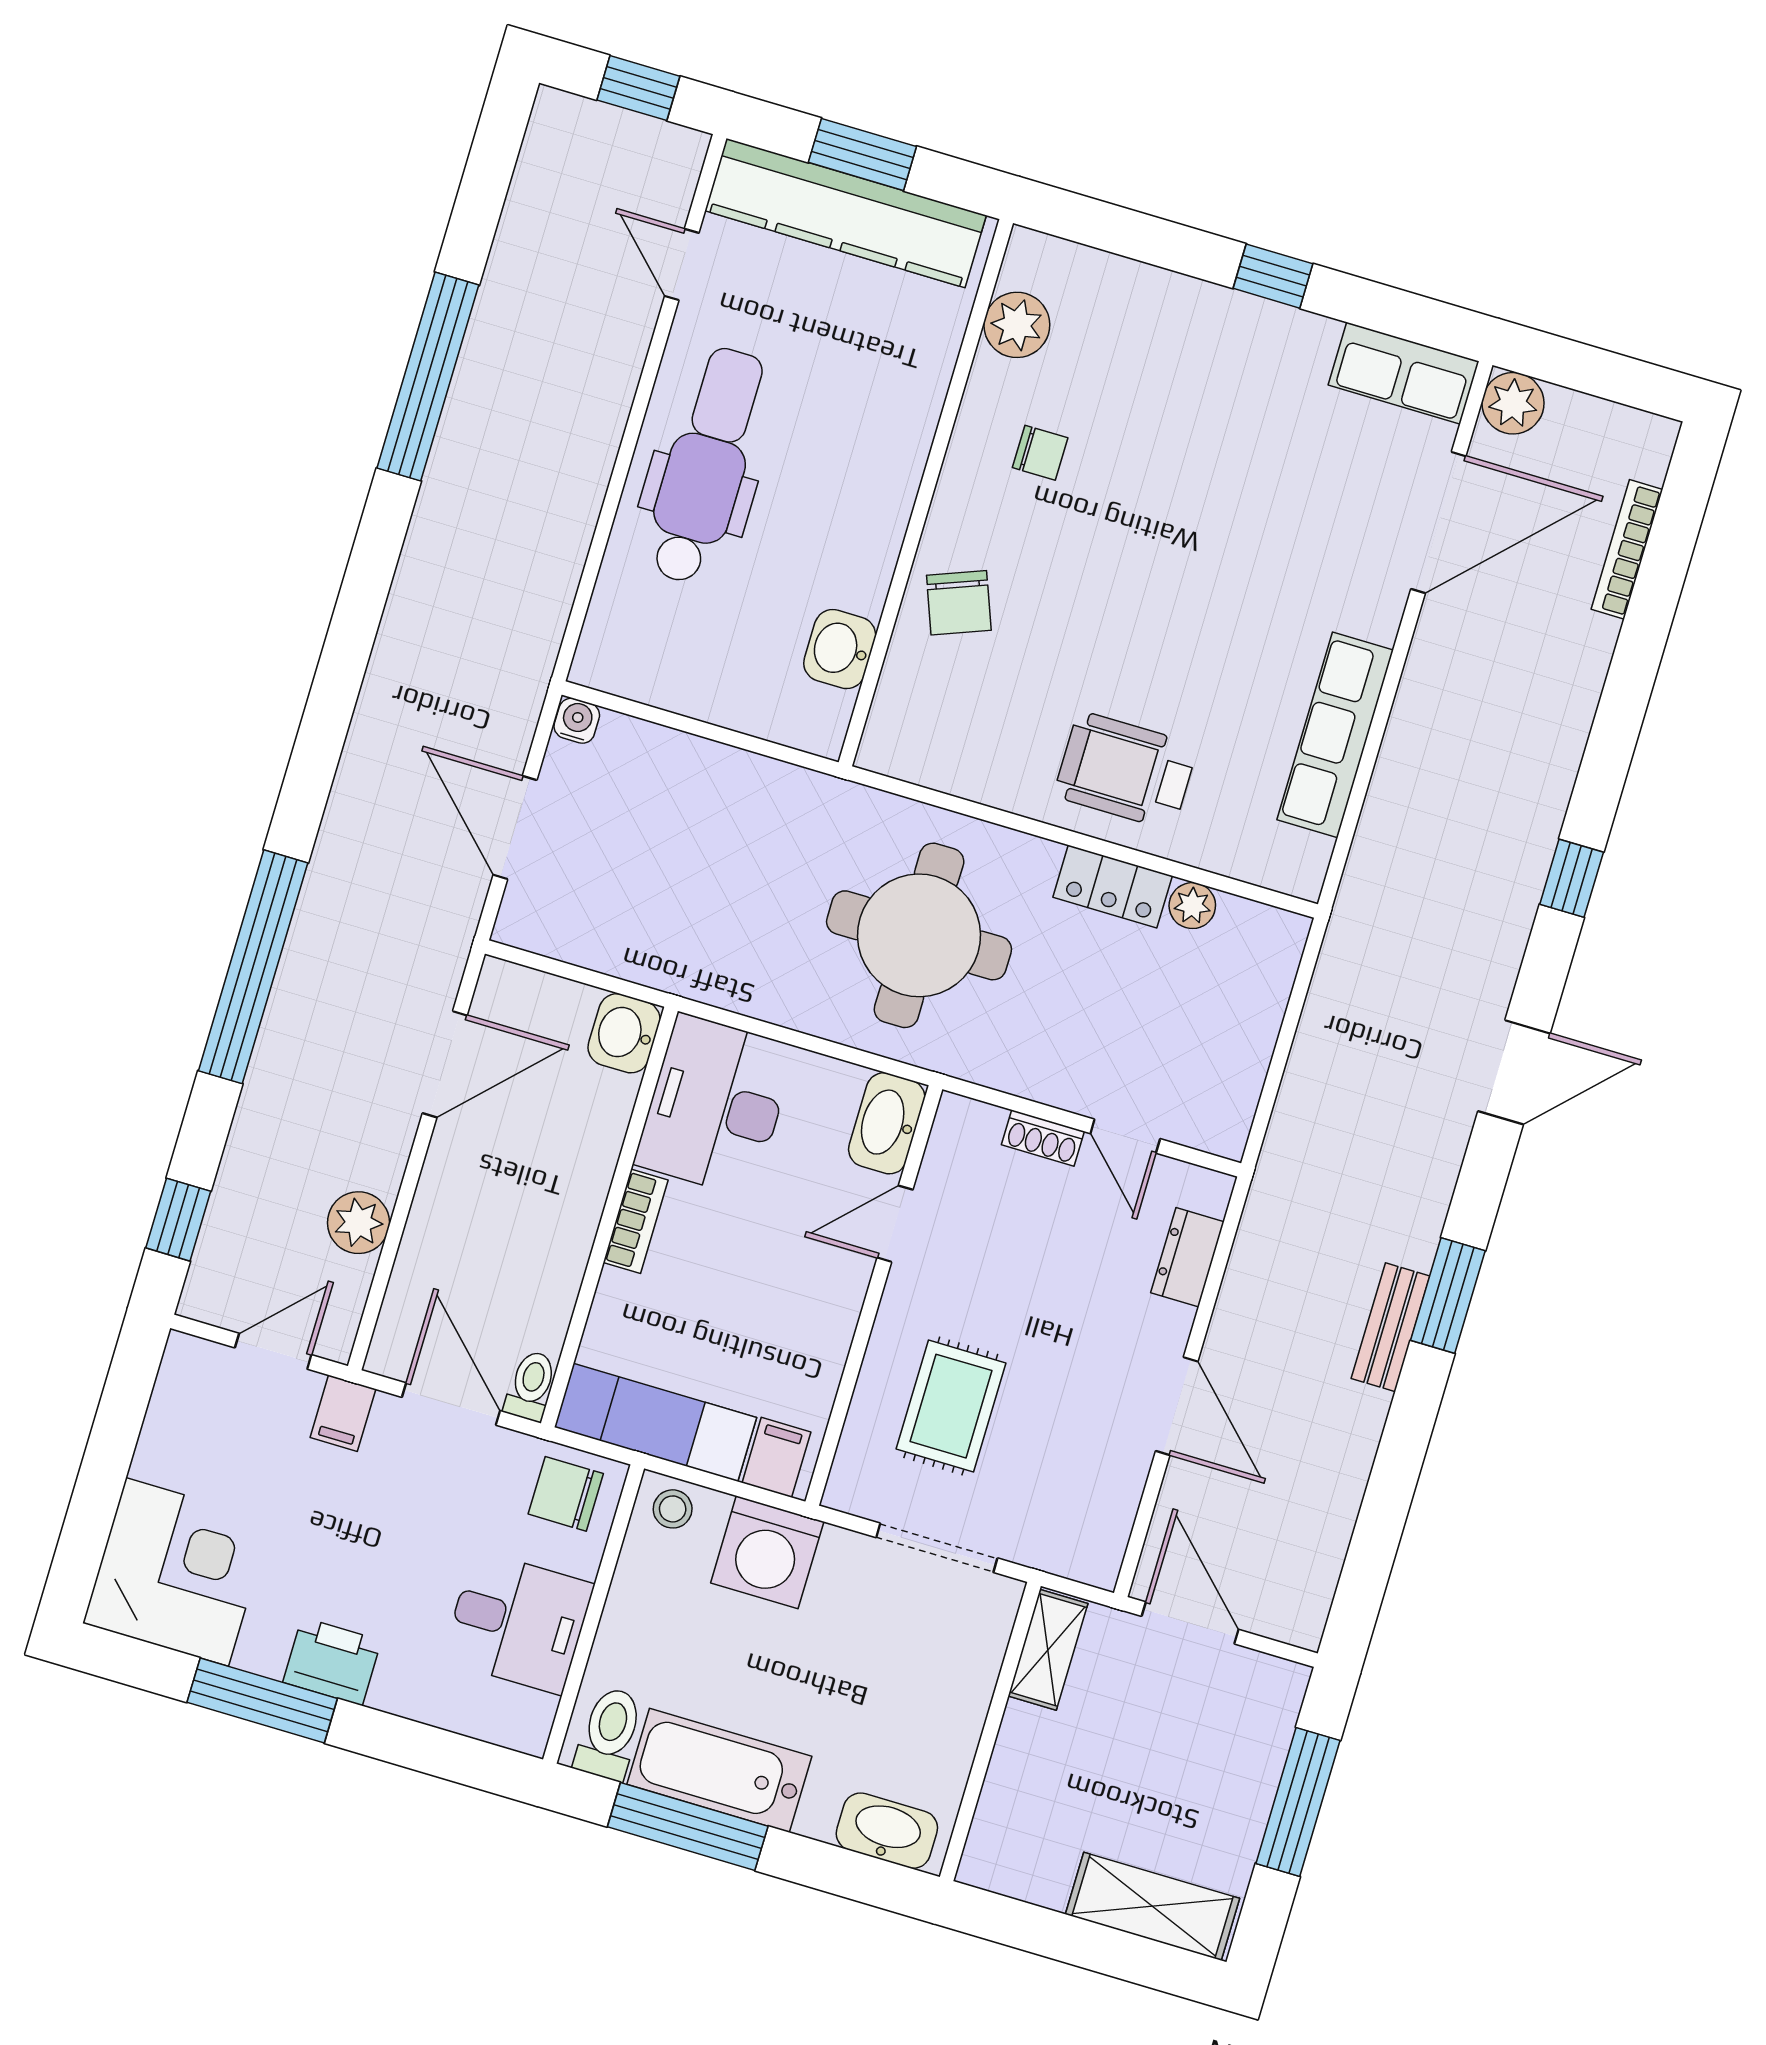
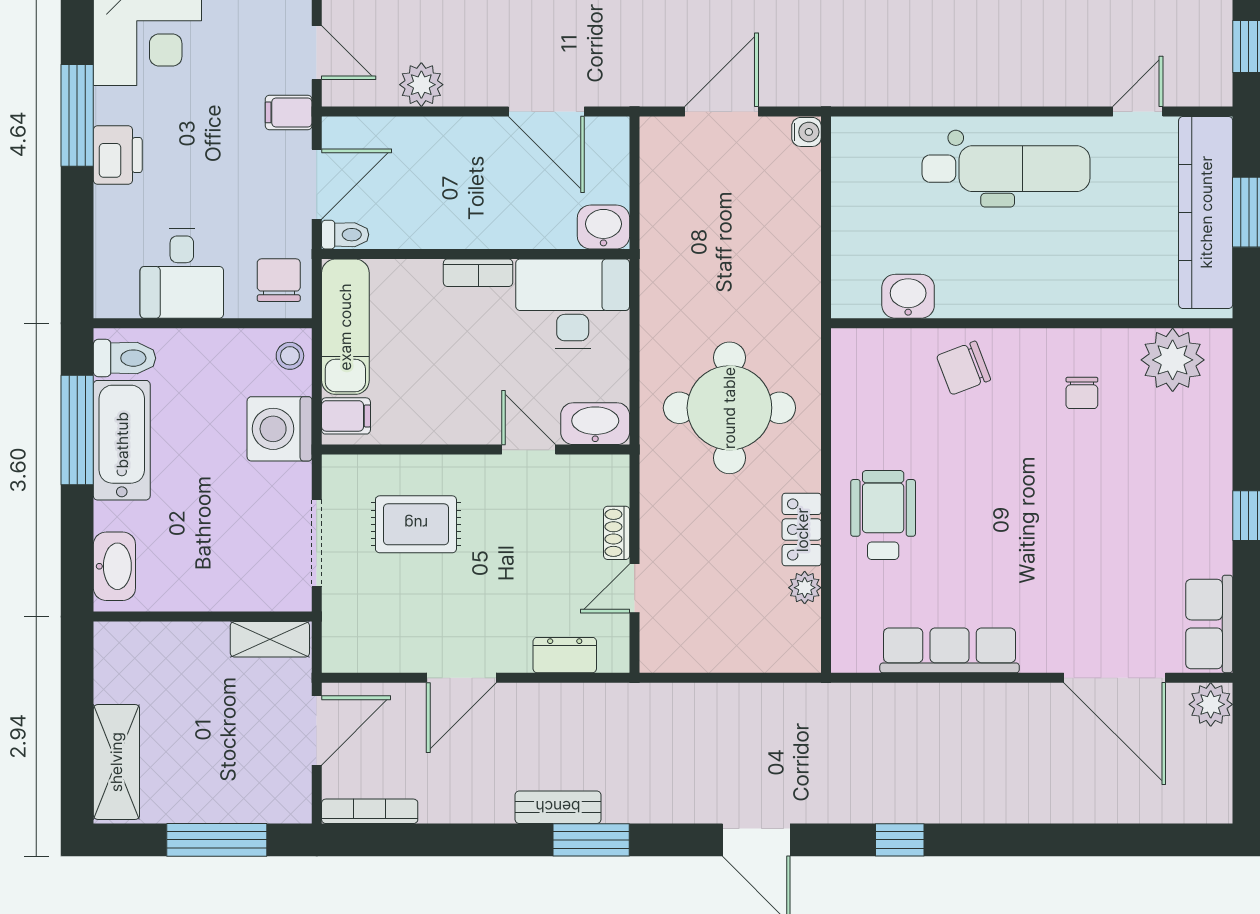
plant: (1017, 325) -> (1173, 360), width x1.36, depth x1.36
bookcase: (1627, 549) -> (370, 811), moved

